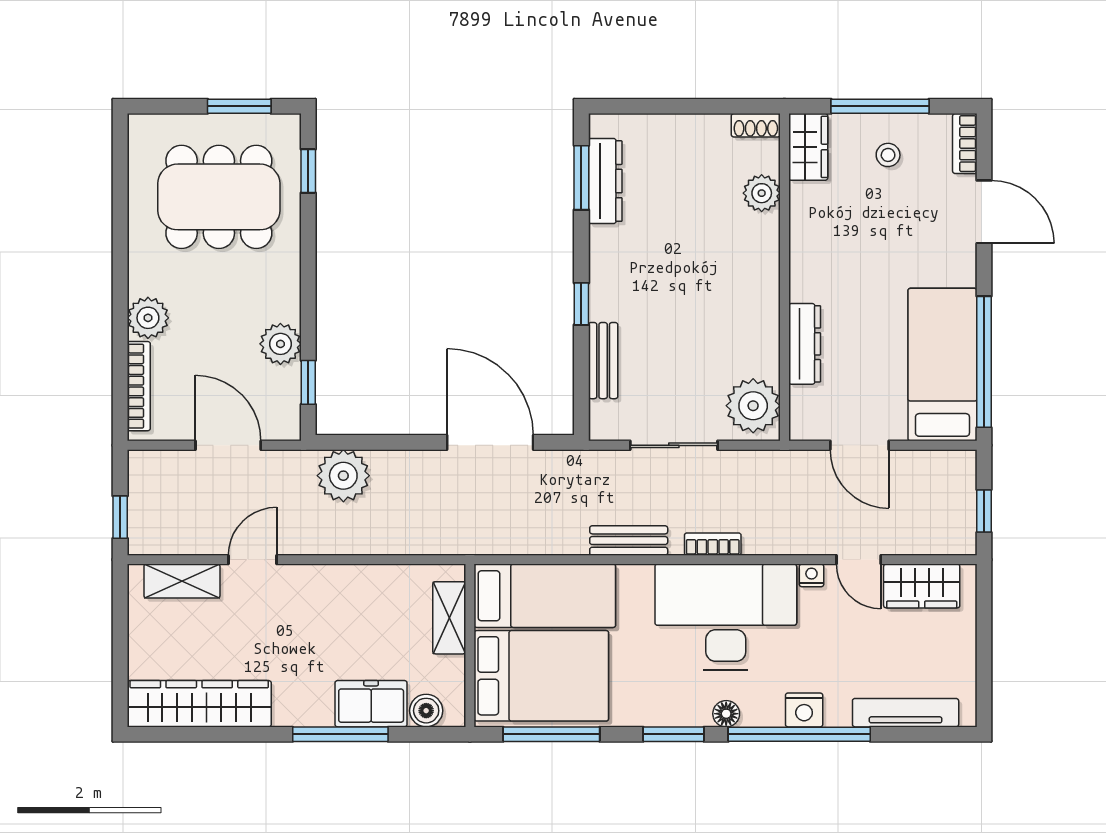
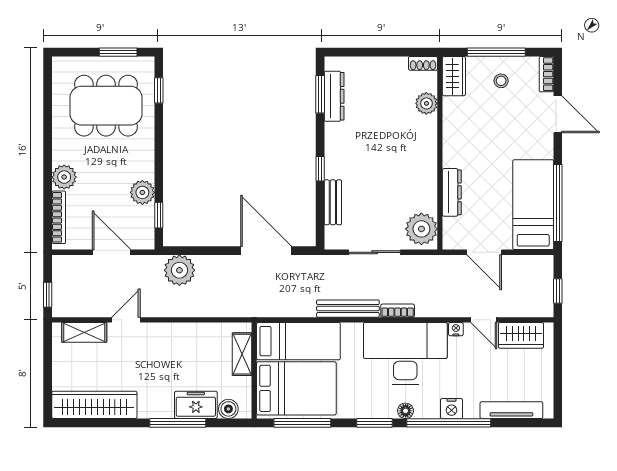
bench: (629, 541) -> (348, 309), width x1.36

